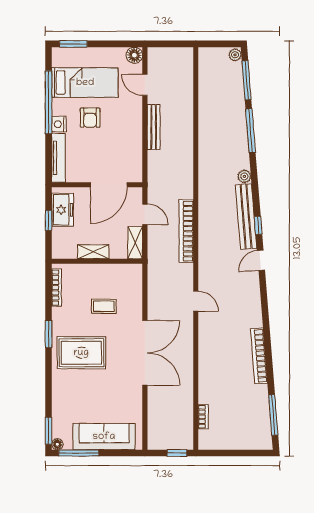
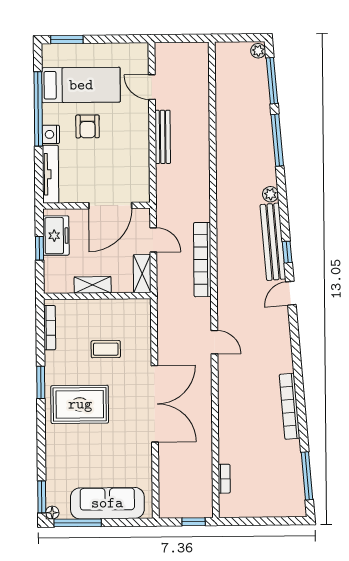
floor lamp: (134, 55) -> (139, 52), removed

